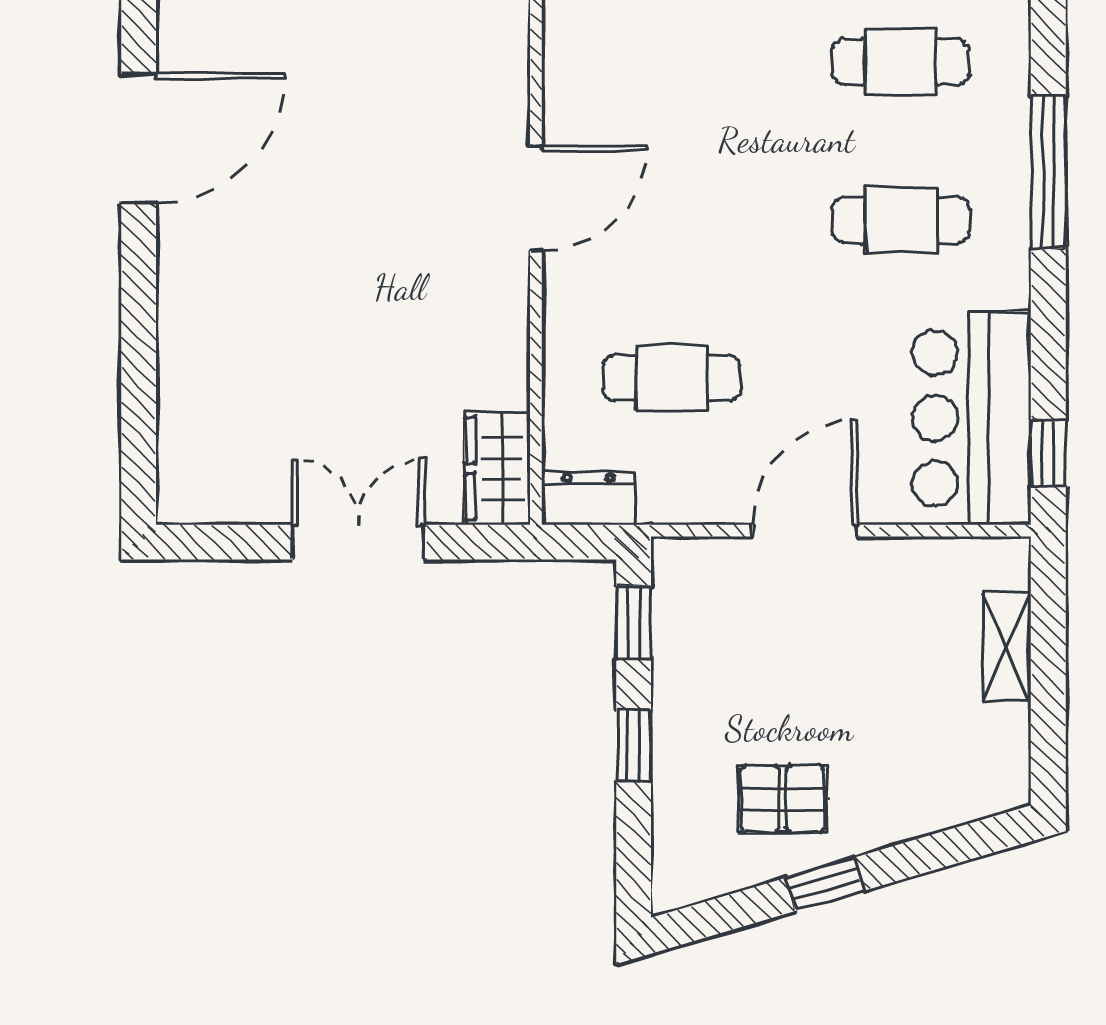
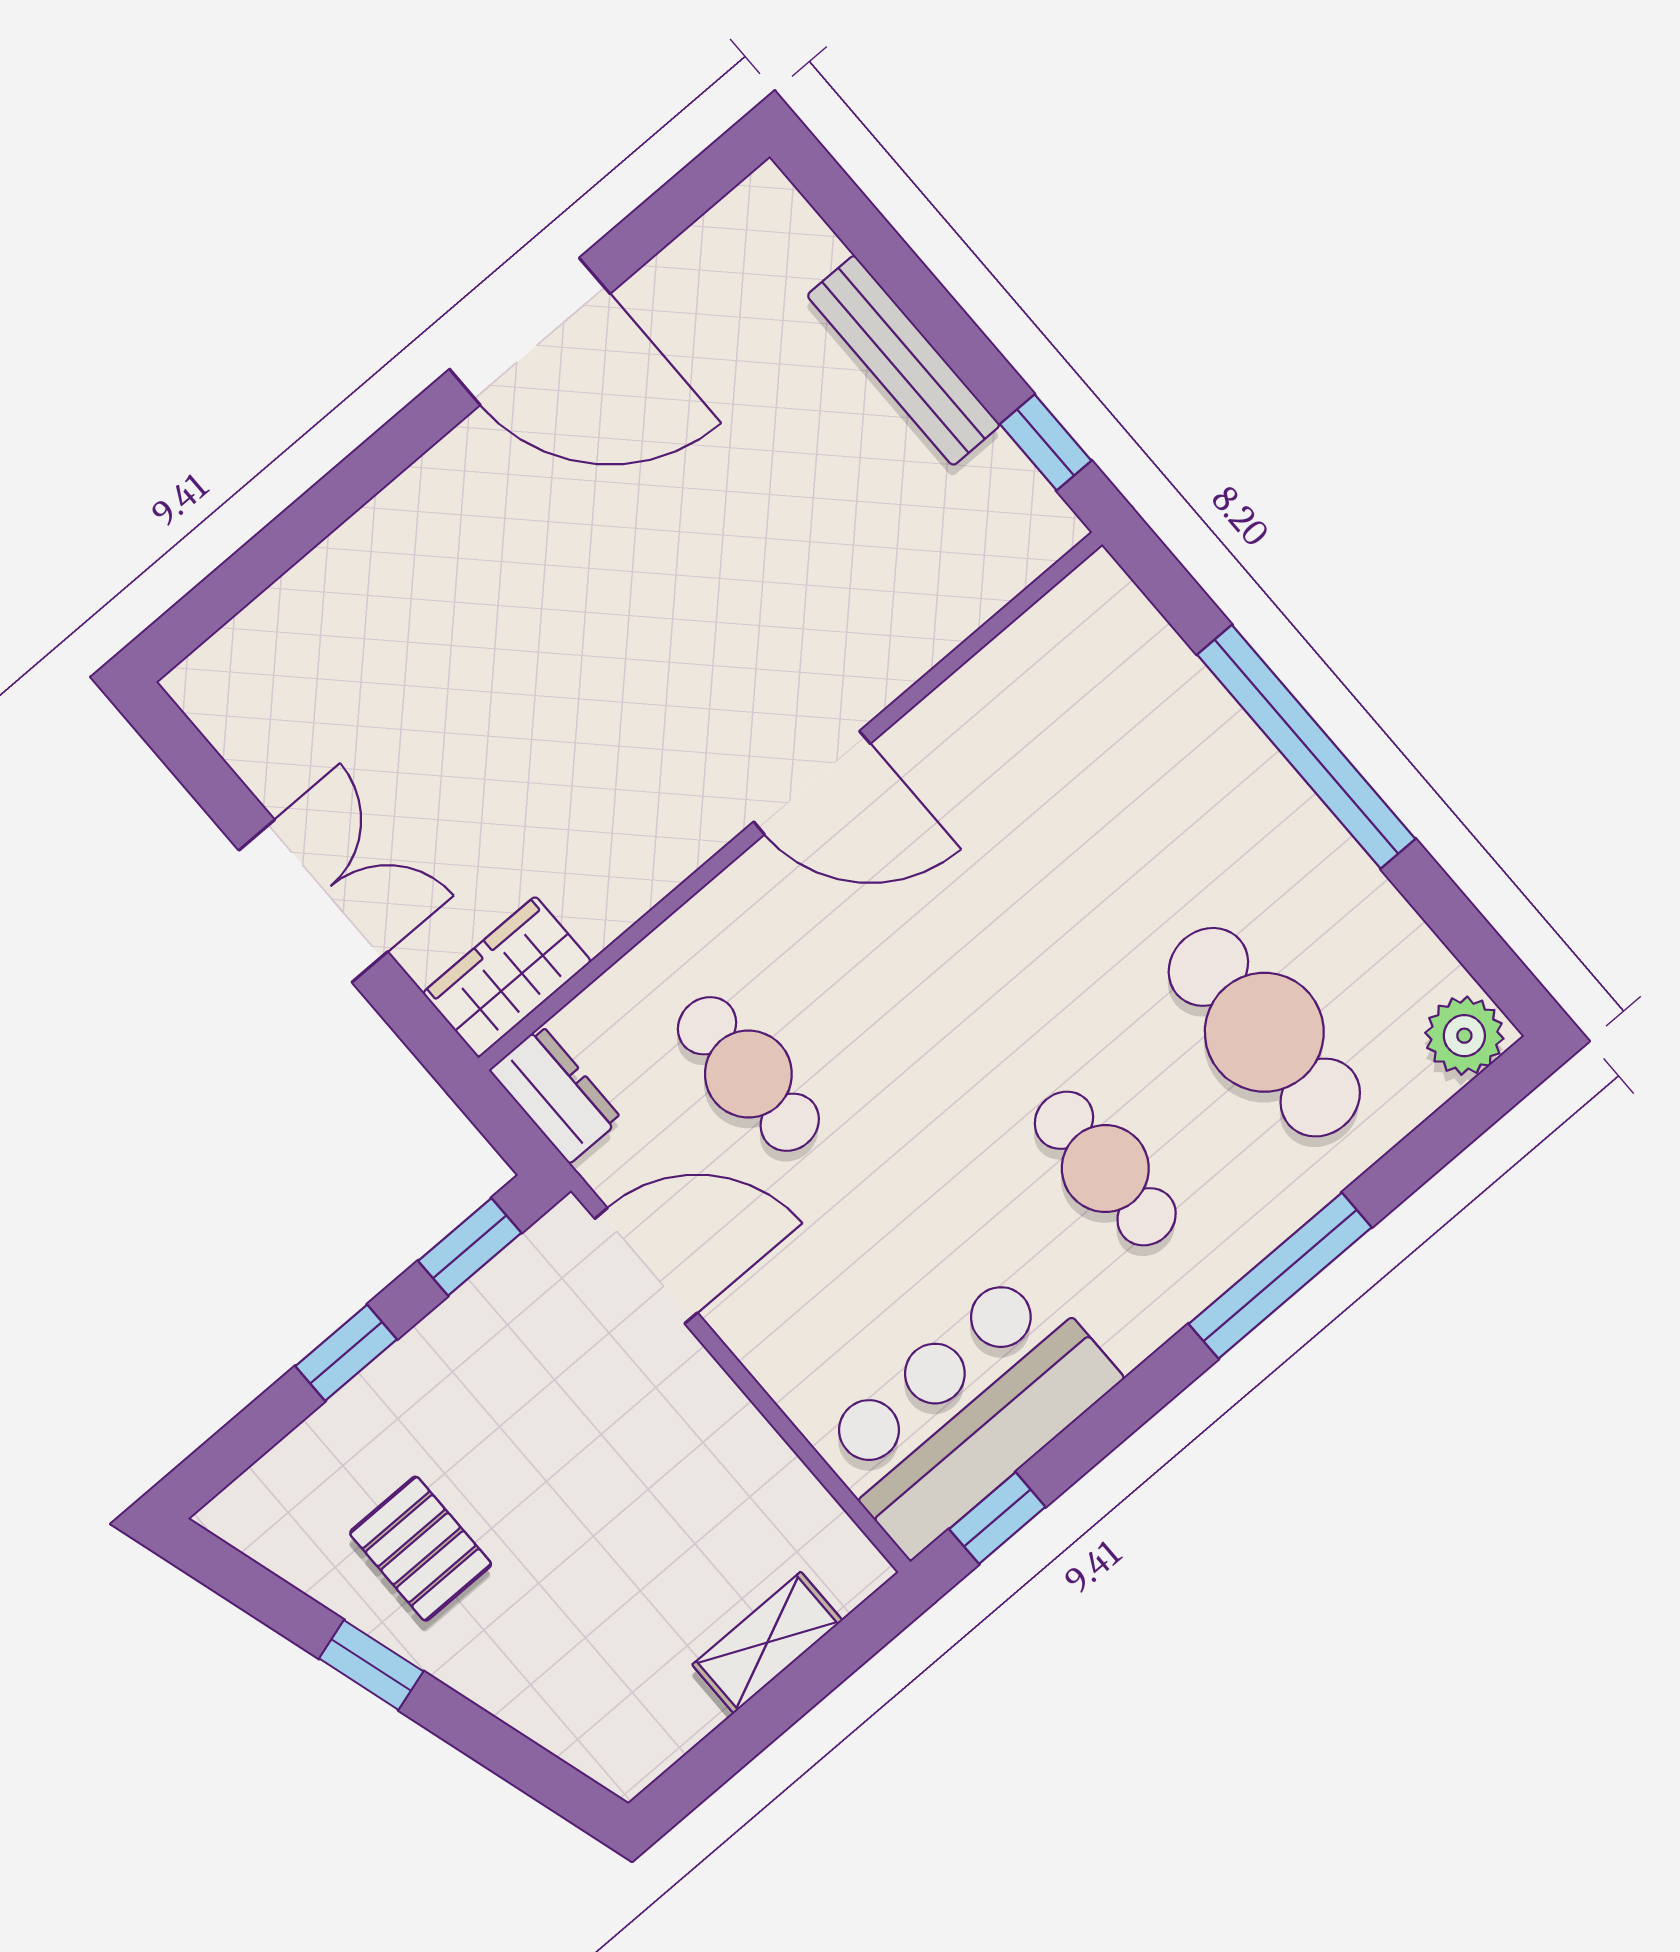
cafe table: (901, 62) -> (1264, 1032), width x1.37, depth x1.35
door: (805, 531) -> (646, 1266), moved

